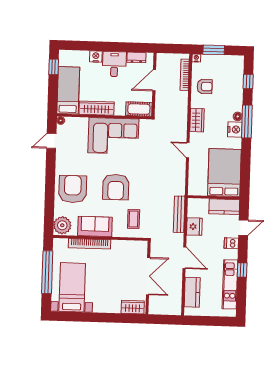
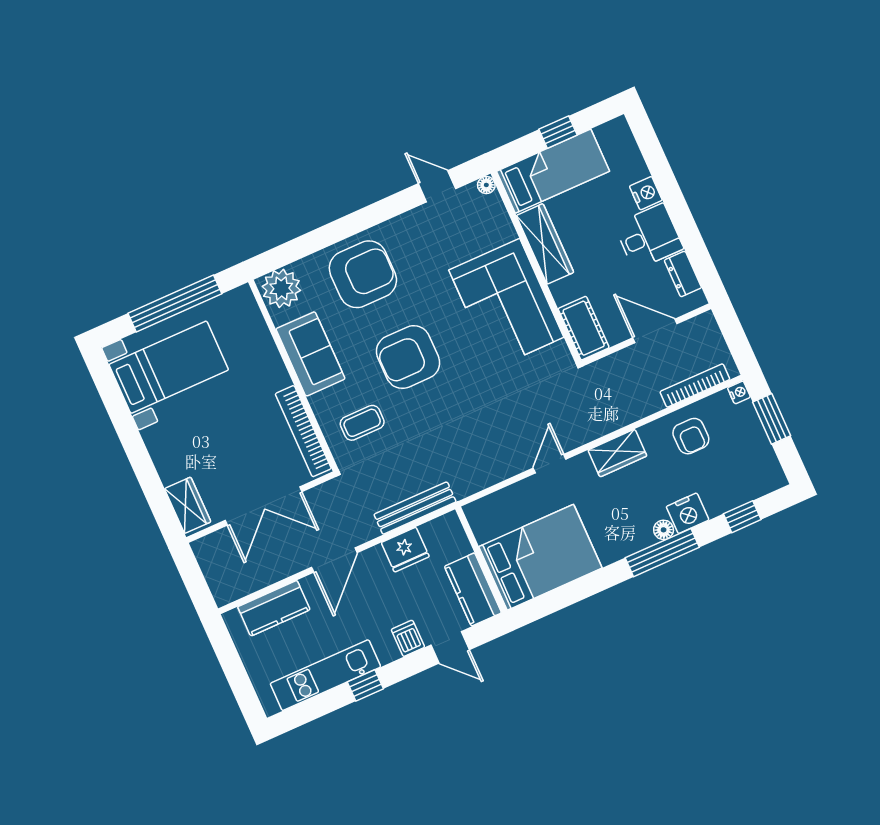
window: (54, 67) -> (558, 132), moved
nightstand: (235, 129) -> (688, 513), moved
bookcase: (89, 244) -> (303, 431), moved

